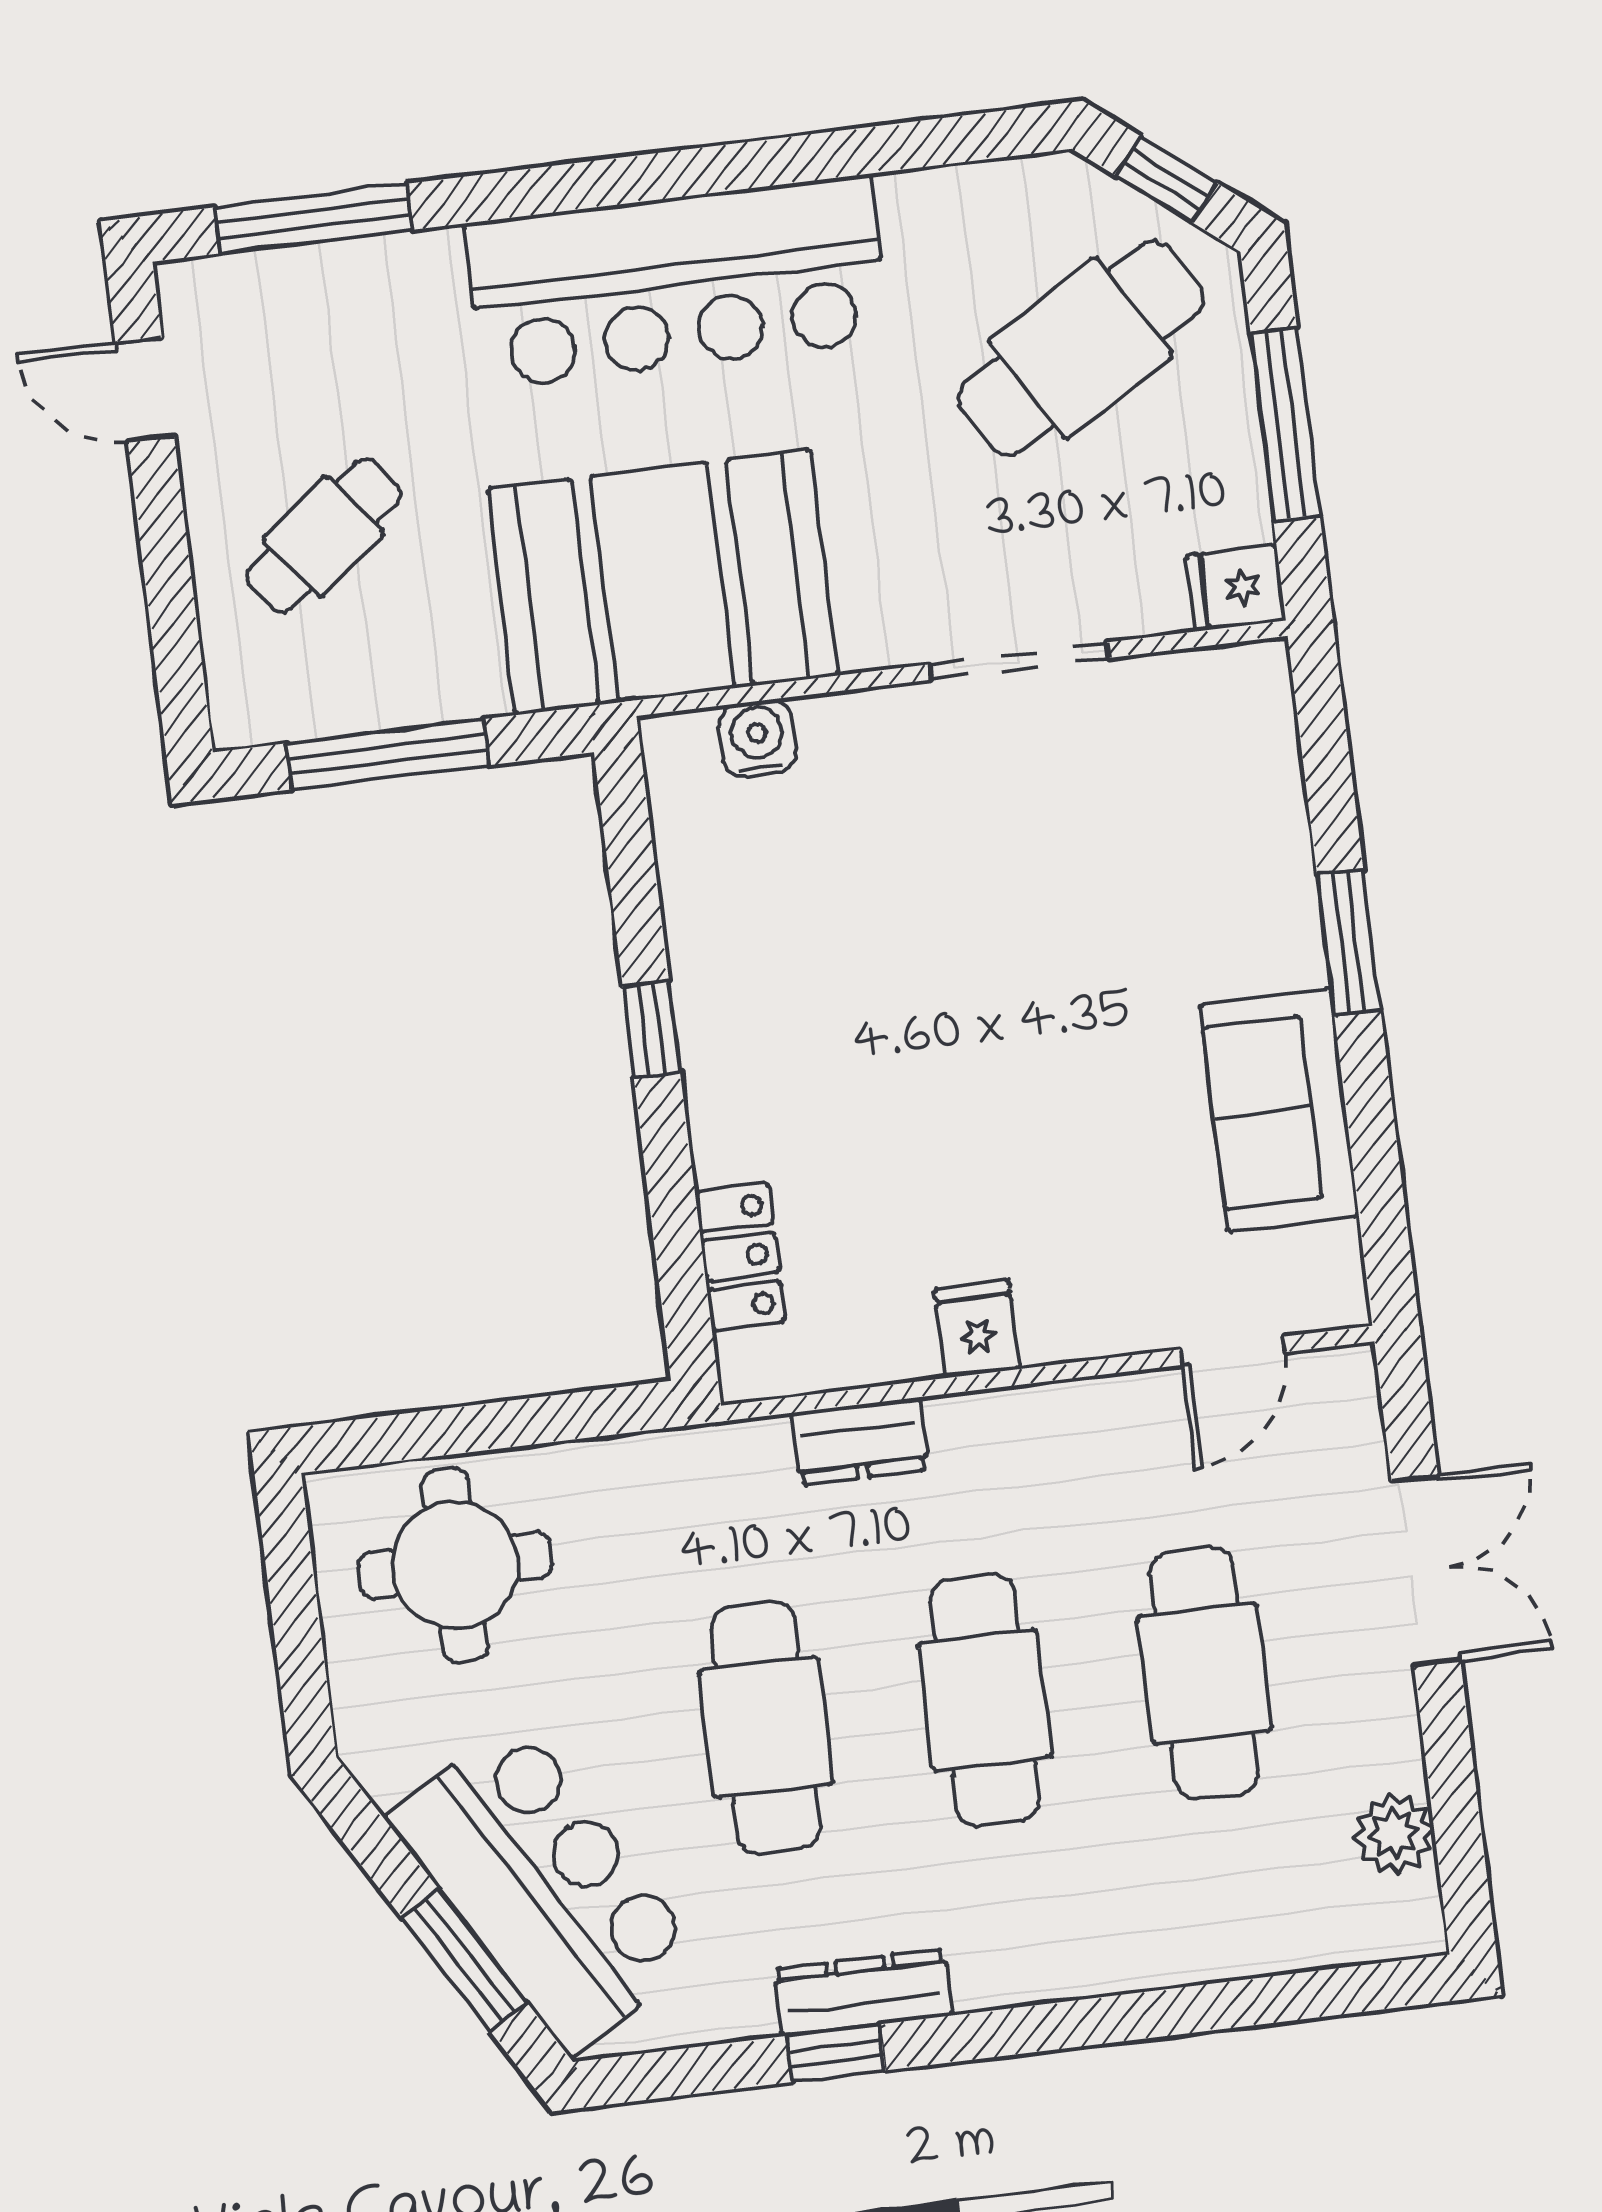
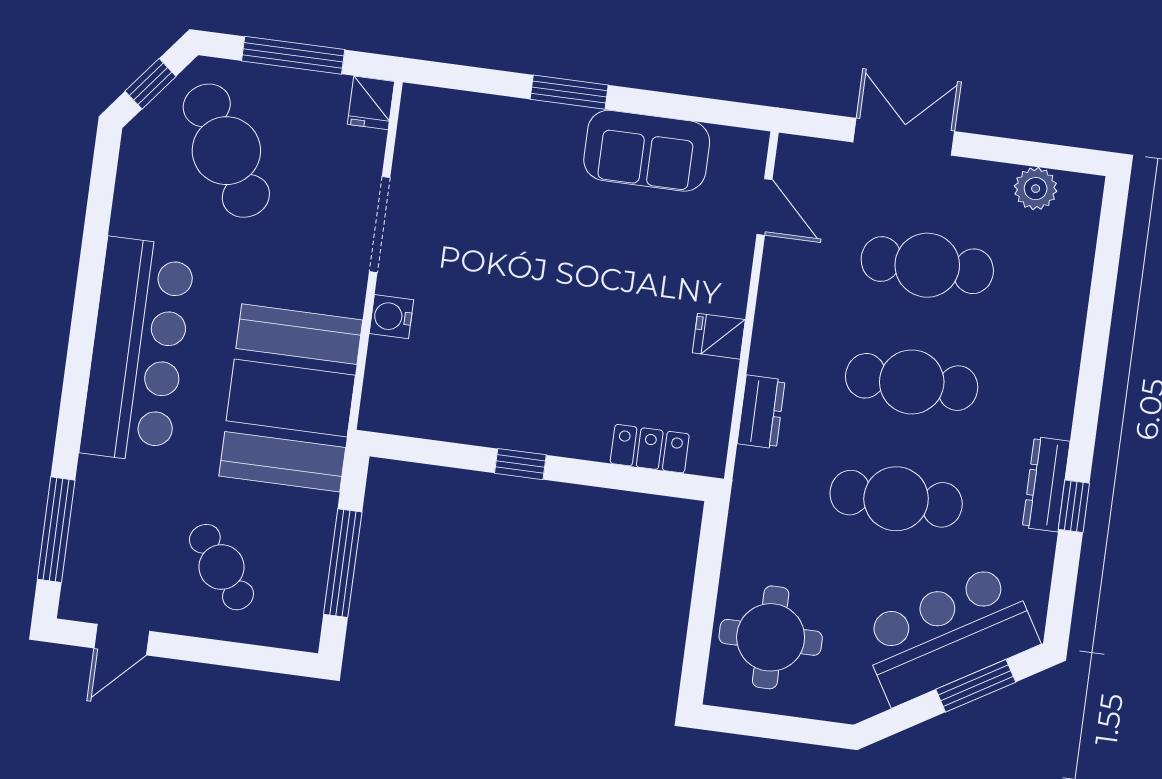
water cooler: (757, 738) -> (391, 317), moved

